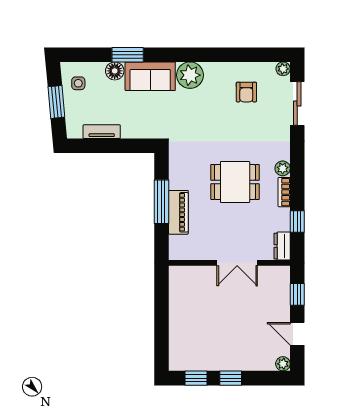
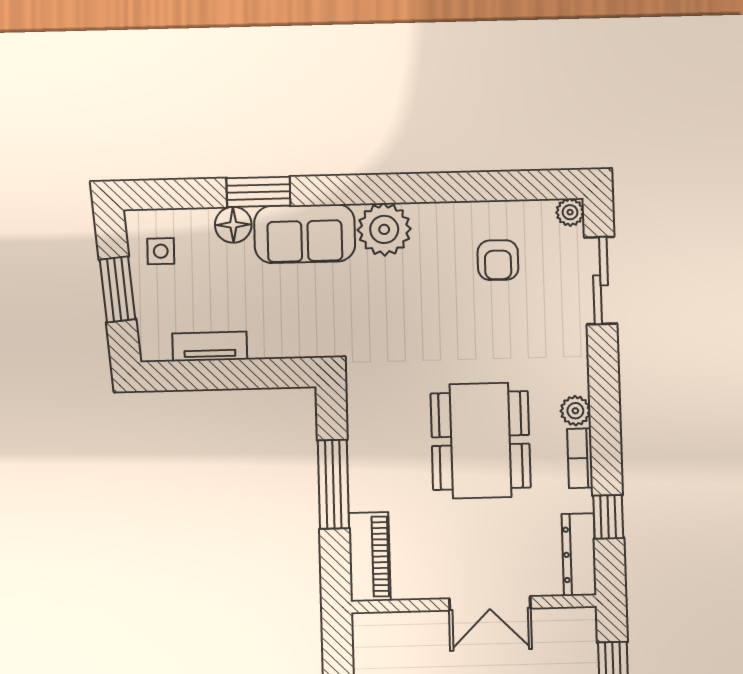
dining table: (235, 182) -> (481, 440), width x1.38
piano: (178, 212) -> (370, 557), moved
dresser: (282, 246) -> (579, 555), width x1.44

